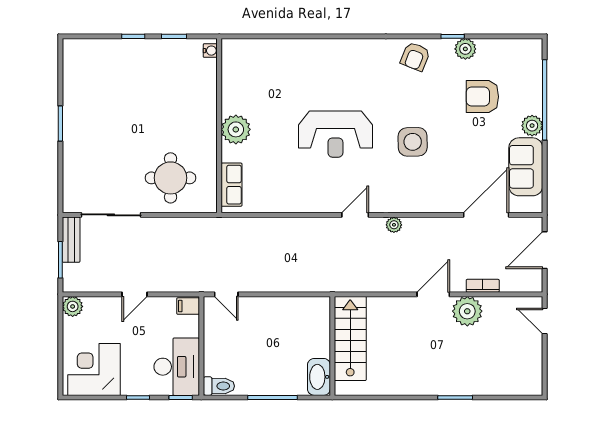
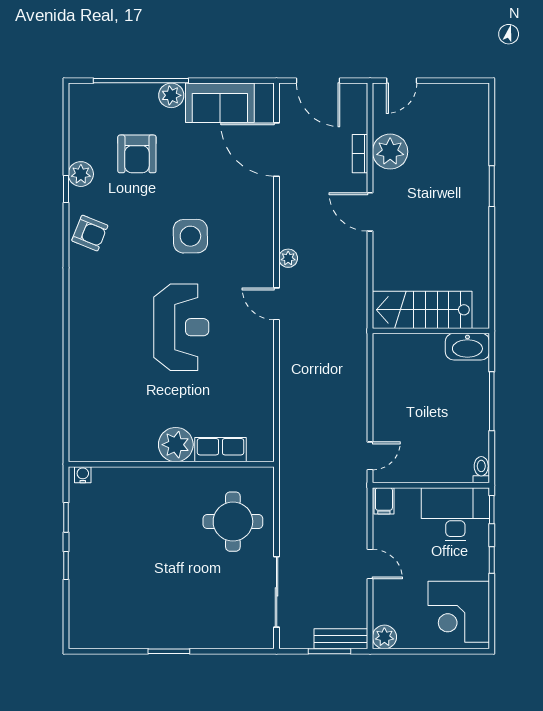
row of seats: (232, 185) -> (220, 450), moved
bench: (71, 240) -> (341, 639), moved
plant: (467, 311) -> (390, 152), moved
toilet: (219, 386) -> (481, 470), width x0.73, depth x0.72

